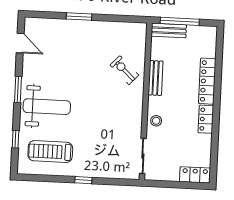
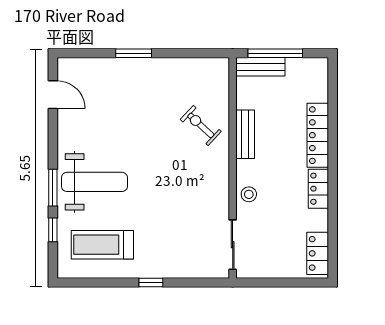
window: (18, 89) -> (53, 188), moved
locker: (195, 175) -> (318, 253), moved, turned -90

